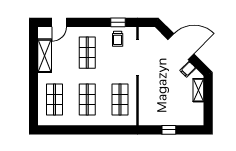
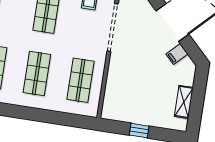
shelving: (198, 90) -> (184, 102), moved

